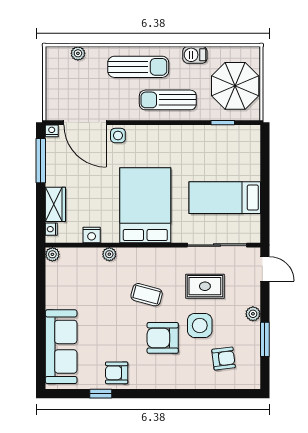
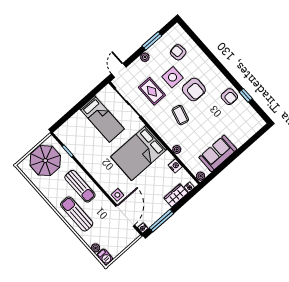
barbecue: (195, 55) -> (105, 257), moved
sofa: (61, 347) -> (218, 153), moved, width x0.73

